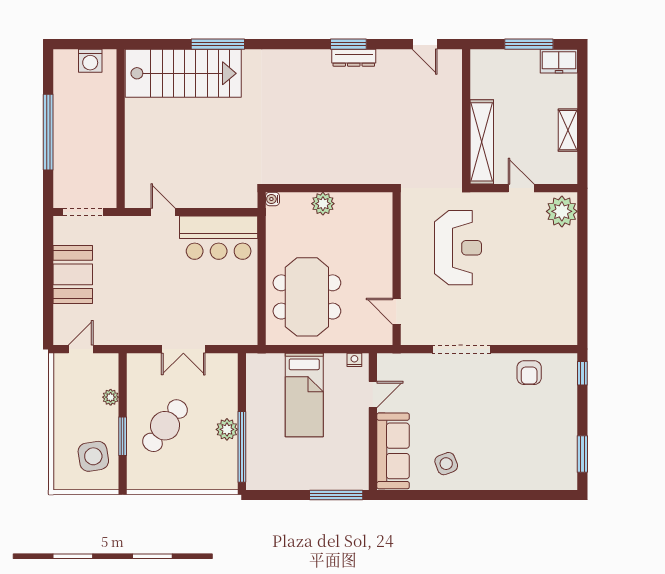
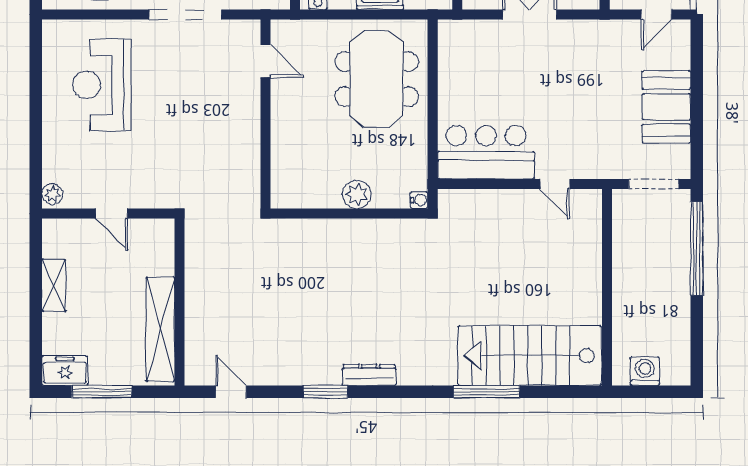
dresser: (354, 58) -> (369, 375), moved
window: (48, 132) -> (697, 249), moved
shelving: (482, 142) -> (160, 329), moved
plant: (562, 211) -> (52, 194), width x0.53, depth x0.53
reception desk: (458, 248) -> (102, 85), moved

